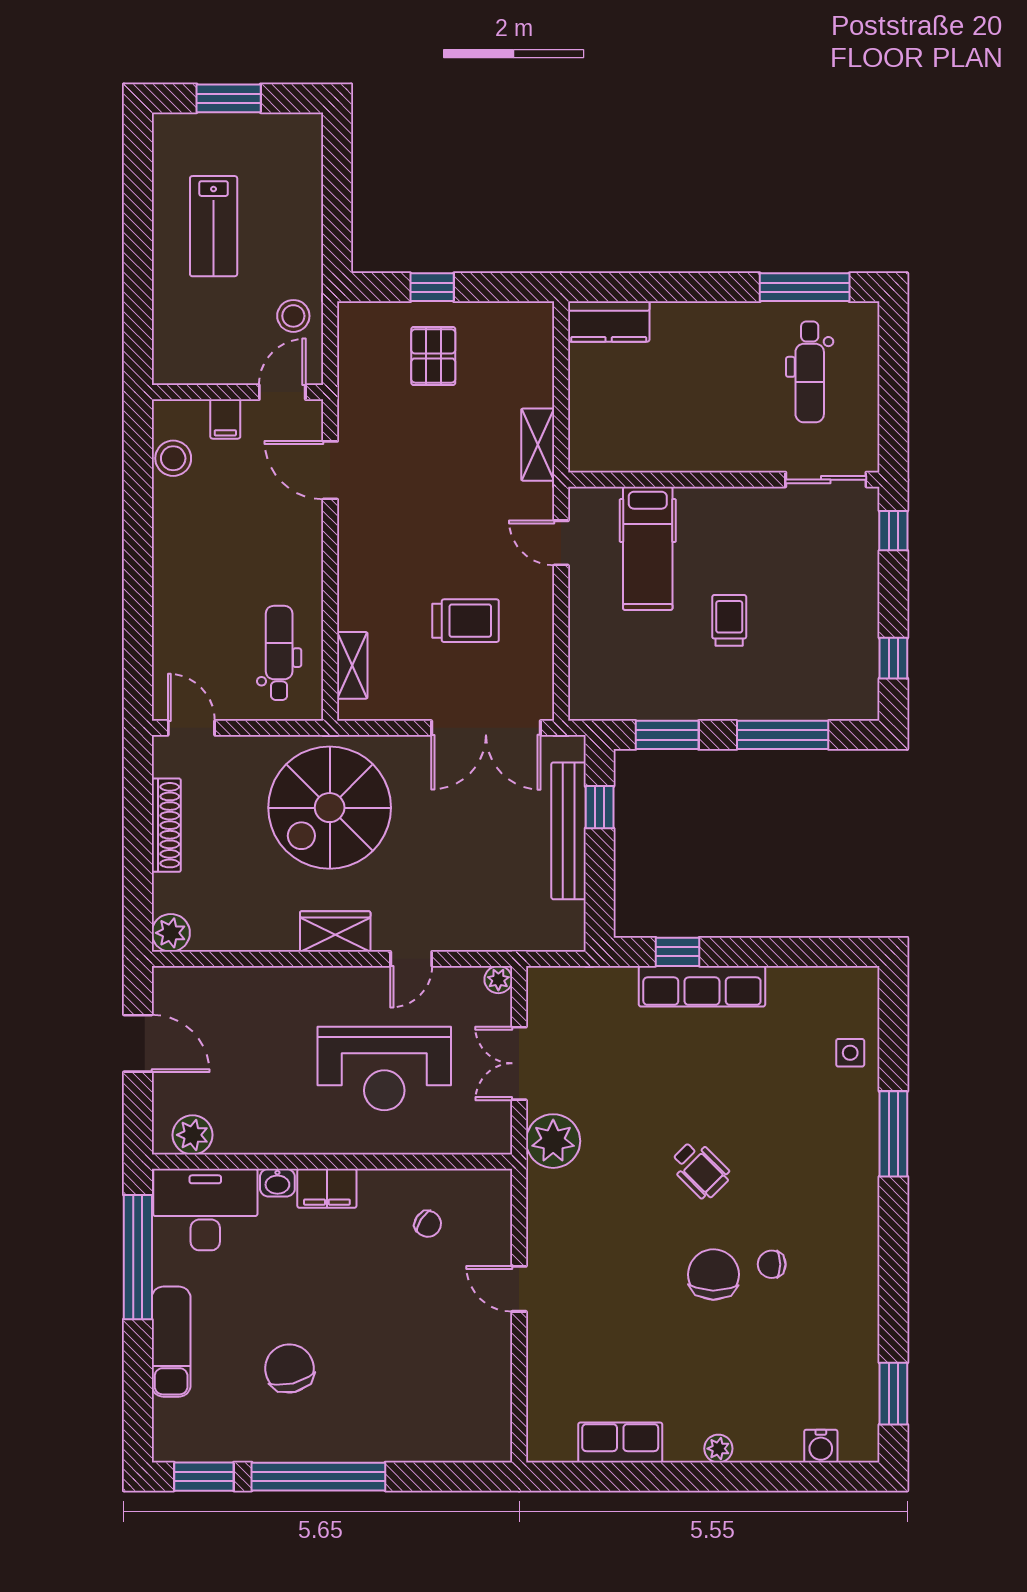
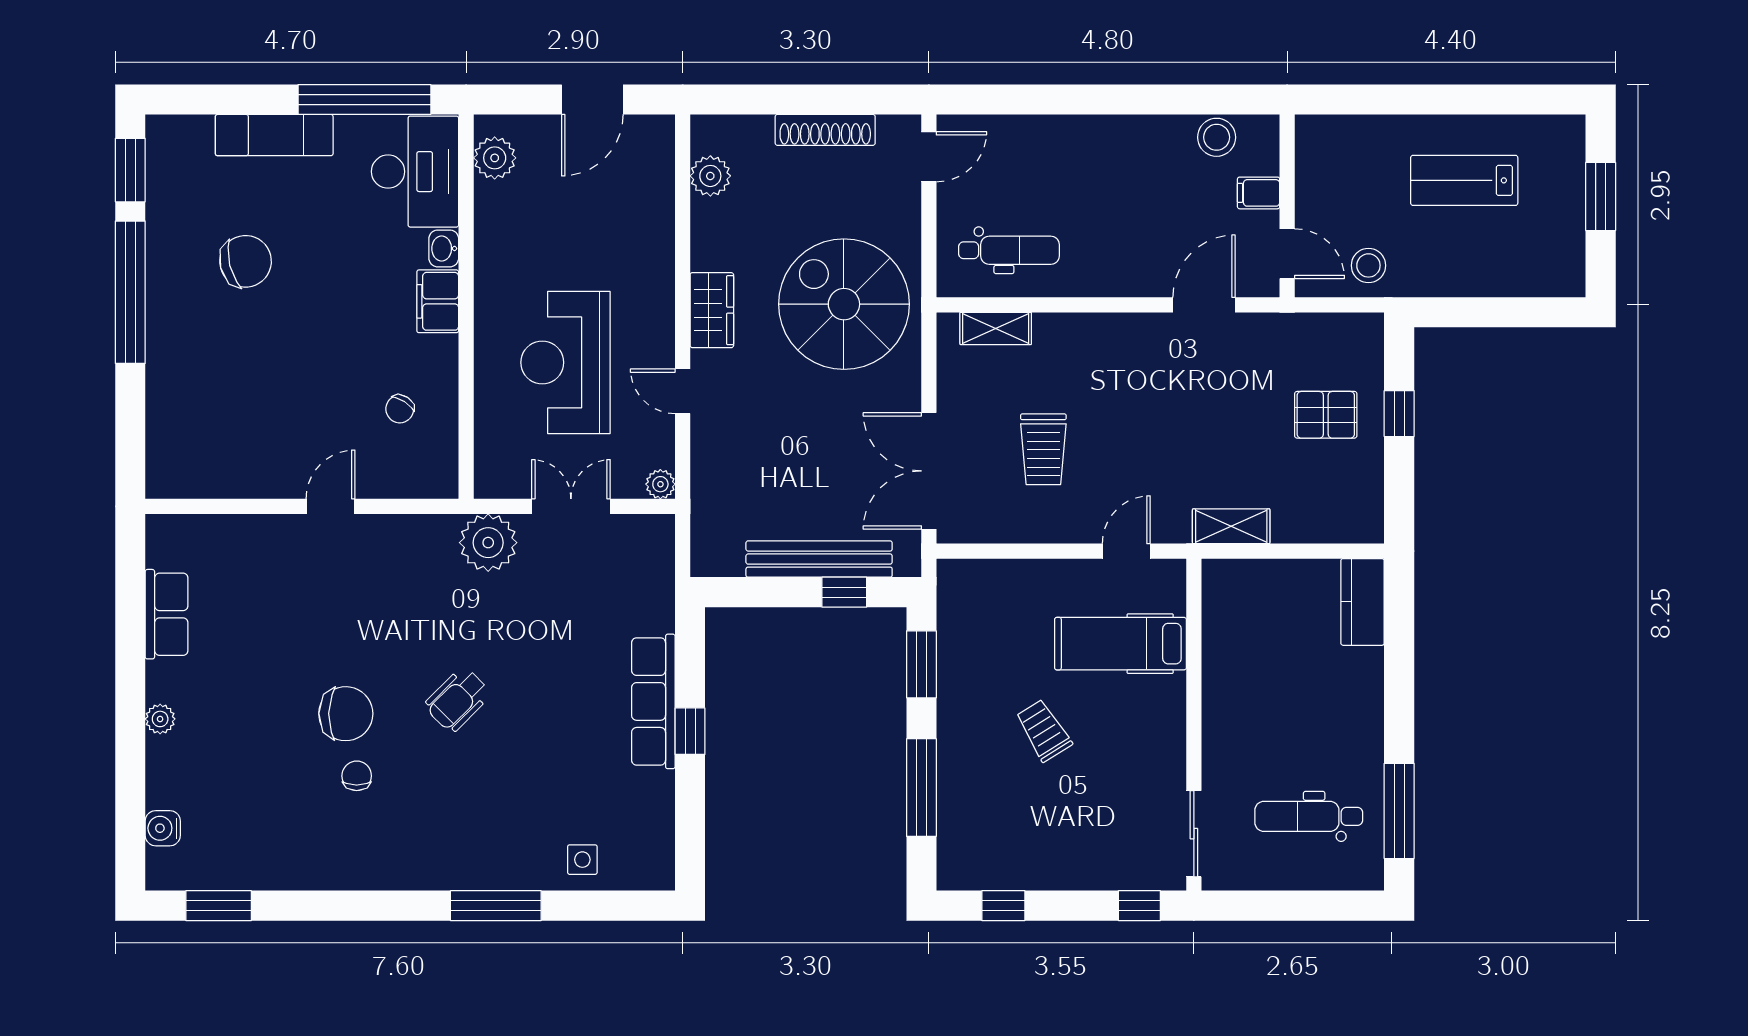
trolley: (729, 620) -> (1044, 731), turned -122
plant: (171, 933) -> (710, 176), moved
window: (678, 952) -> (690, 731), moved

